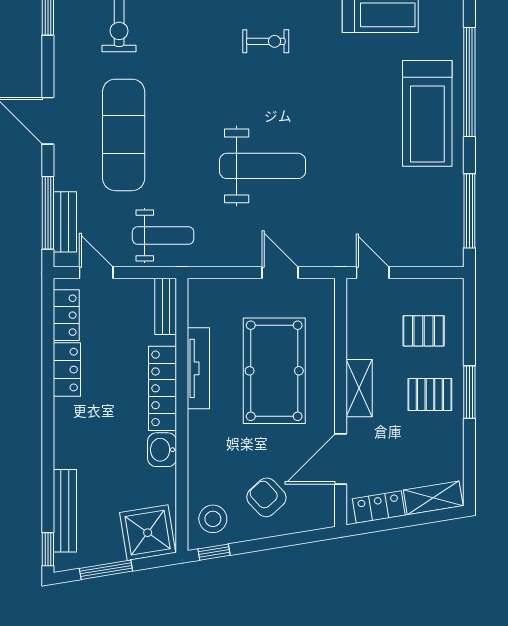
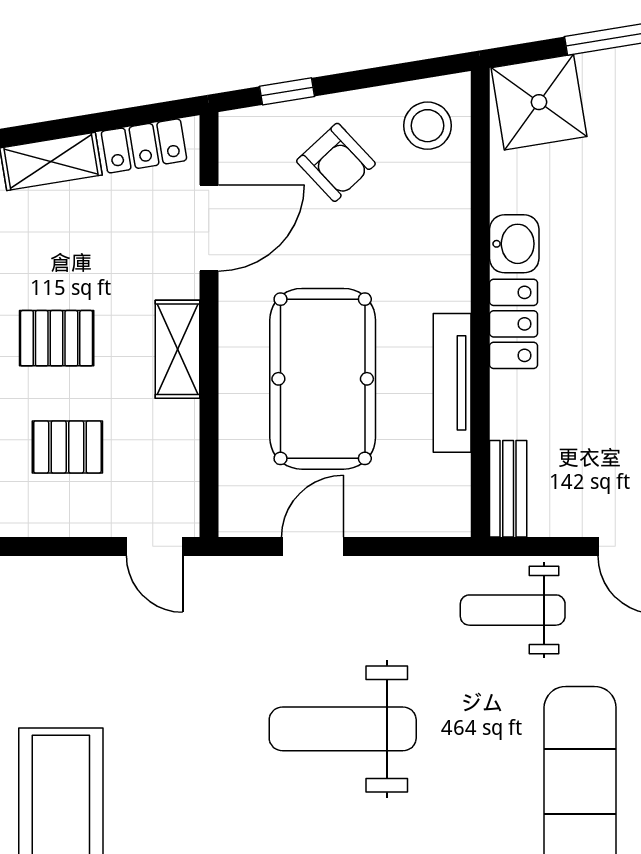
door: (280, 273) -> (313, 546), swing flipped
locker: (163, 388) -> (514, 324), width x0.66
window: (214, 552) -> (287, 91), moved

